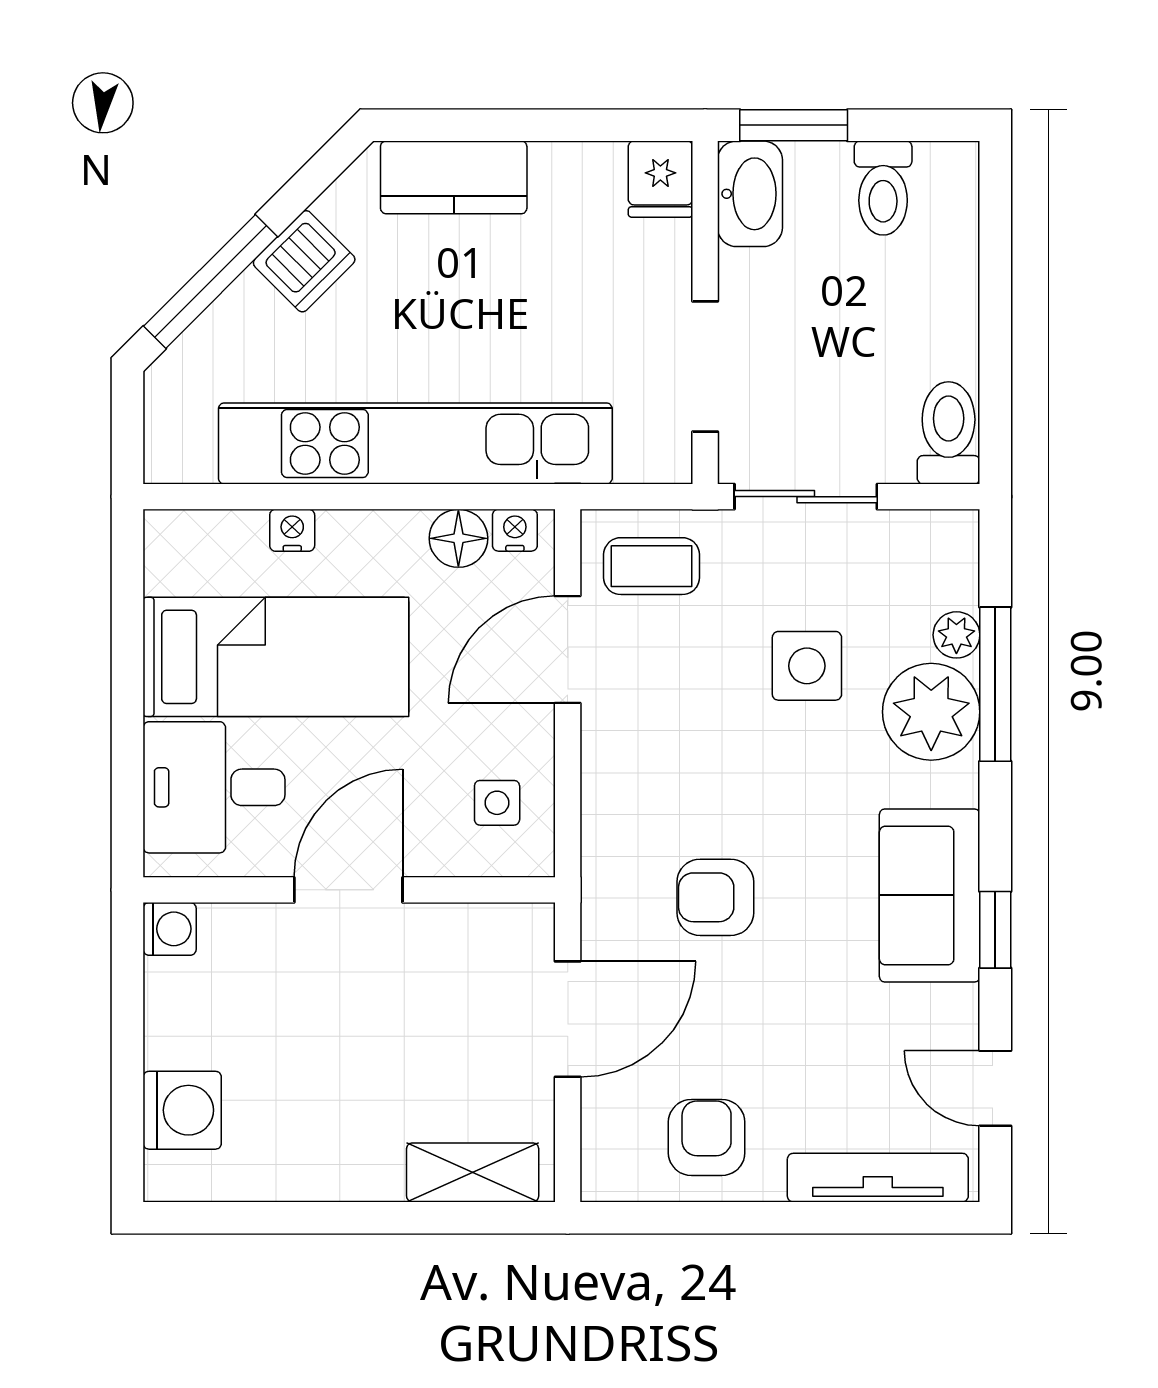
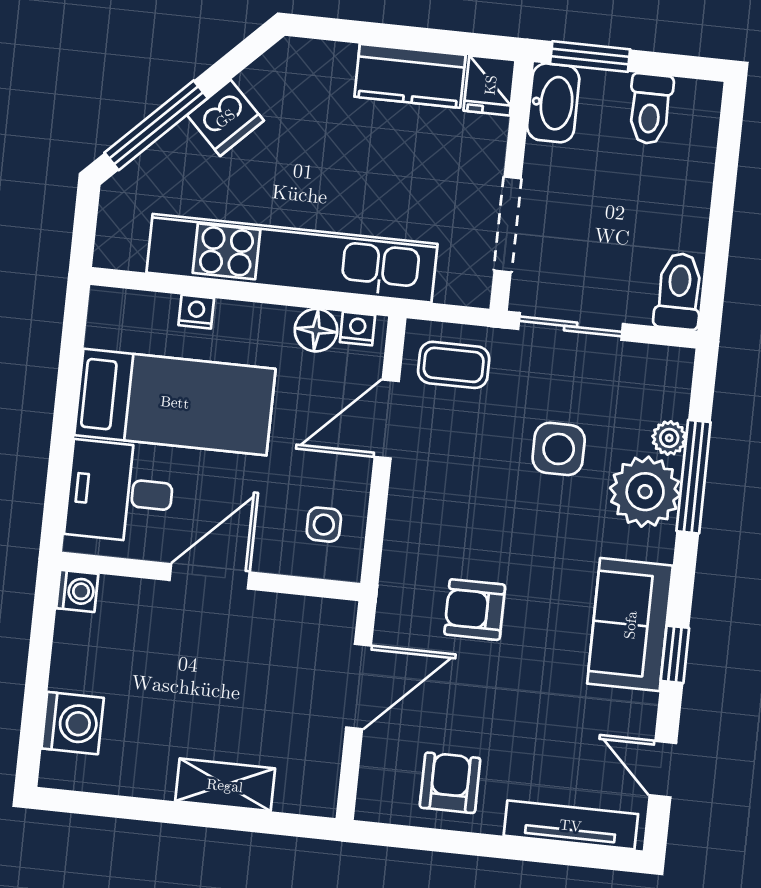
kitchen counter: (454, 177) -> (410, 76), moved
shelving: (473, 1172) -> (225, 785), moved

